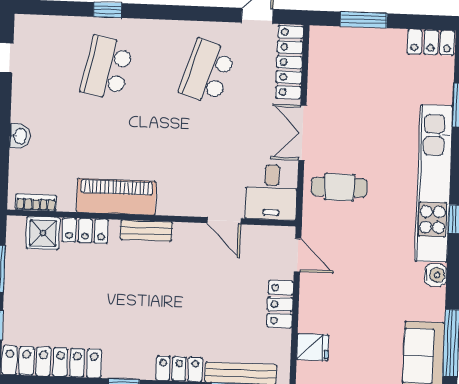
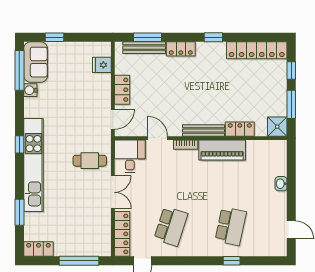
window: (364, 20) -> (79, 261), width x1.44
bookcase: (36, 203) -> (186, 145), moved
bench: (146, 231) -> (203, 130), width x1.36
shower: (43, 233) -> (277, 127), moved
door: (298, 255) -> (113, 119), swing flipped
water cooler: (436, 275) -> (30, 90), moved

